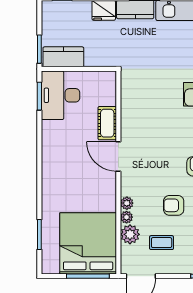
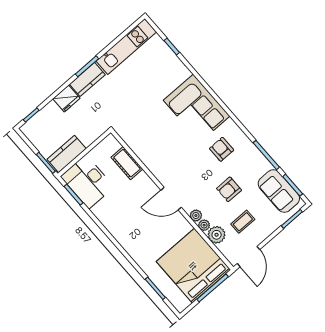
cot: (107, 123) -> (127, 163), moved
door: (118, 156) -> (171, 199), moved

